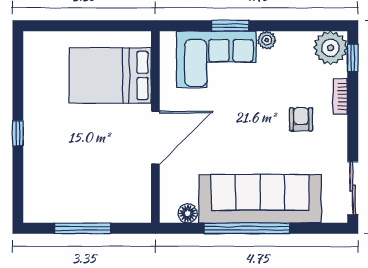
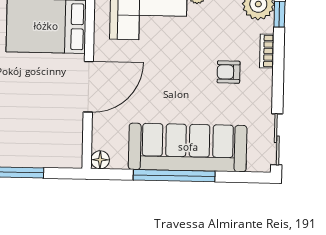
armchair: (301, 119) -> (229, 72), turned -90
floor lamp: (188, 213) -> (100, 160), moved

